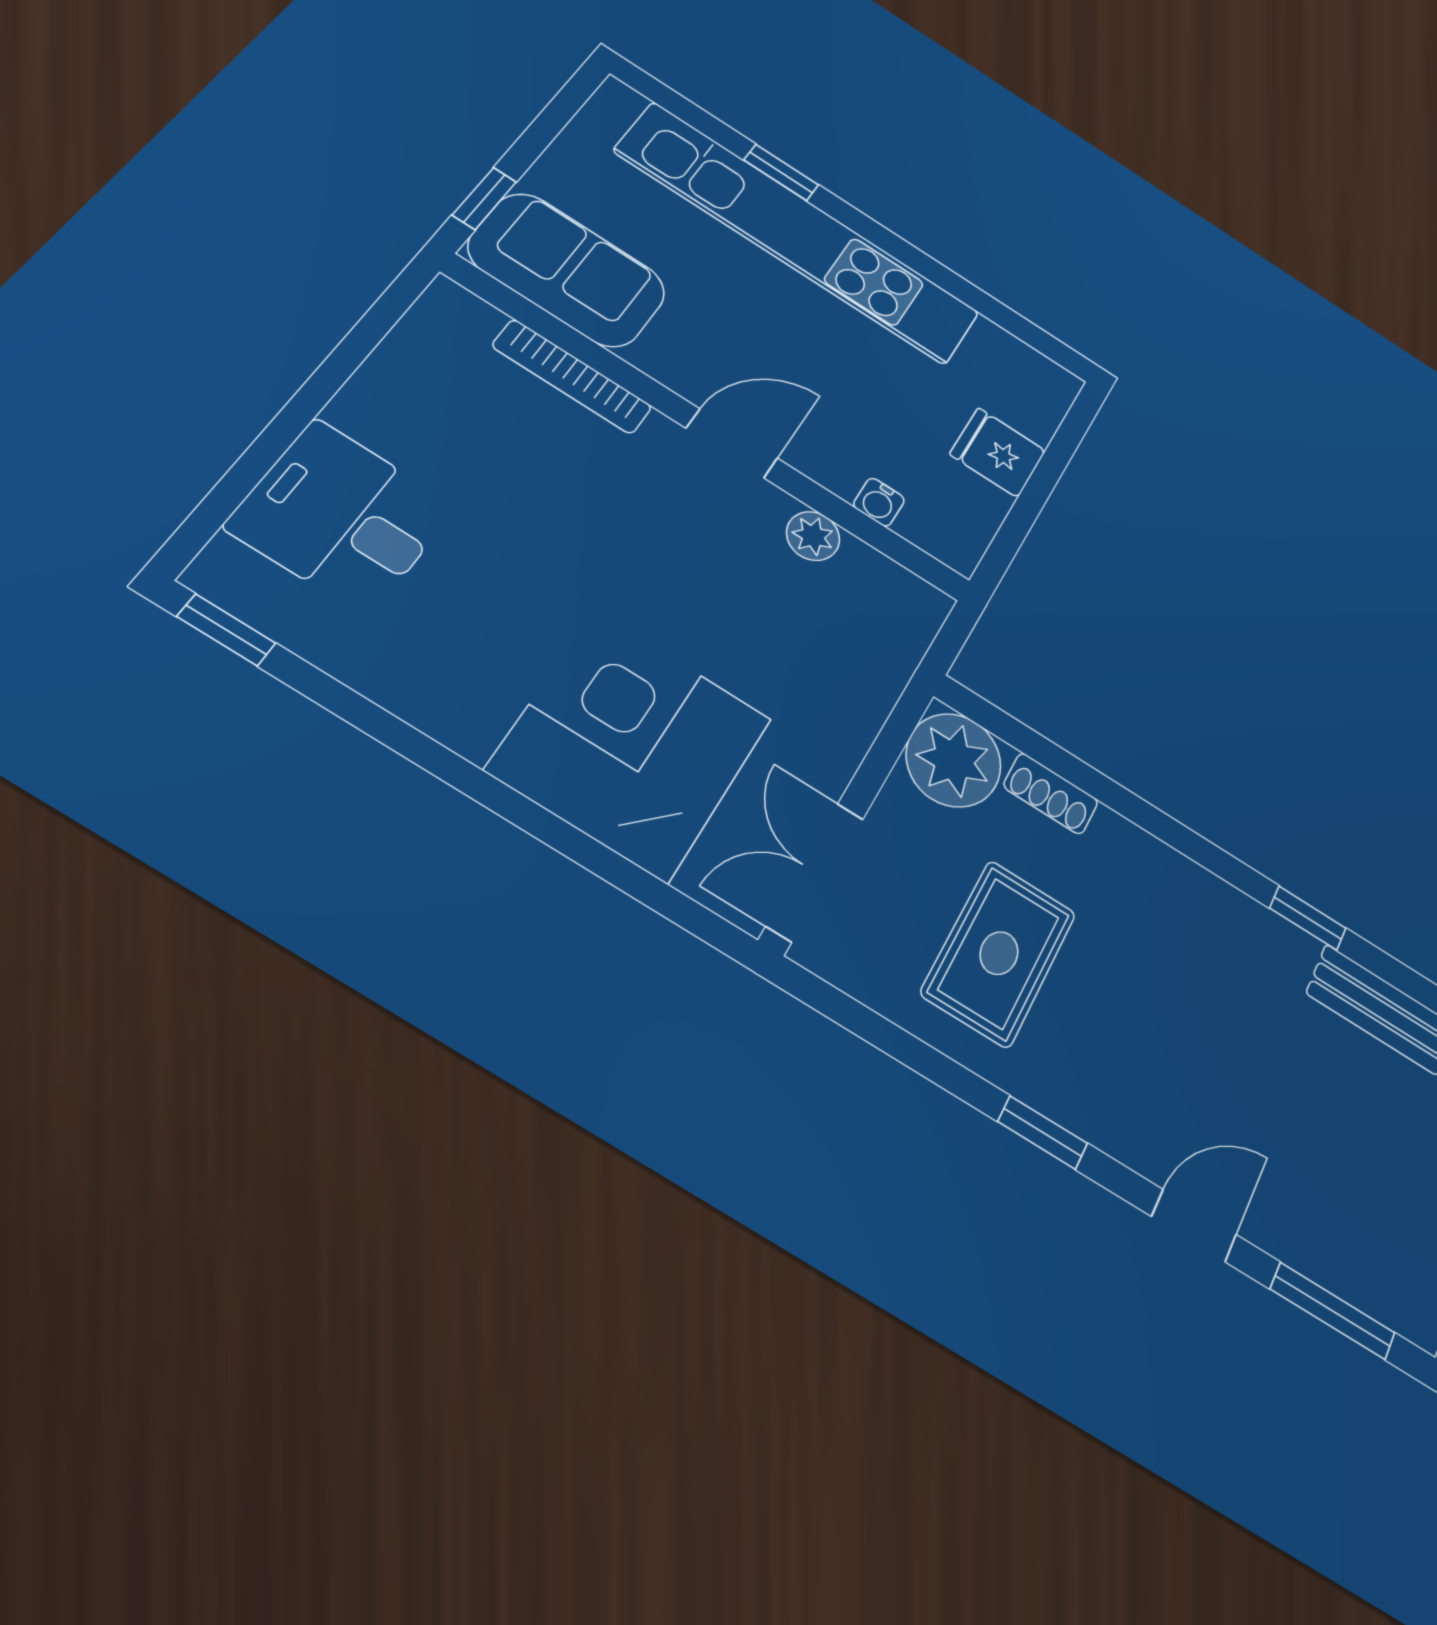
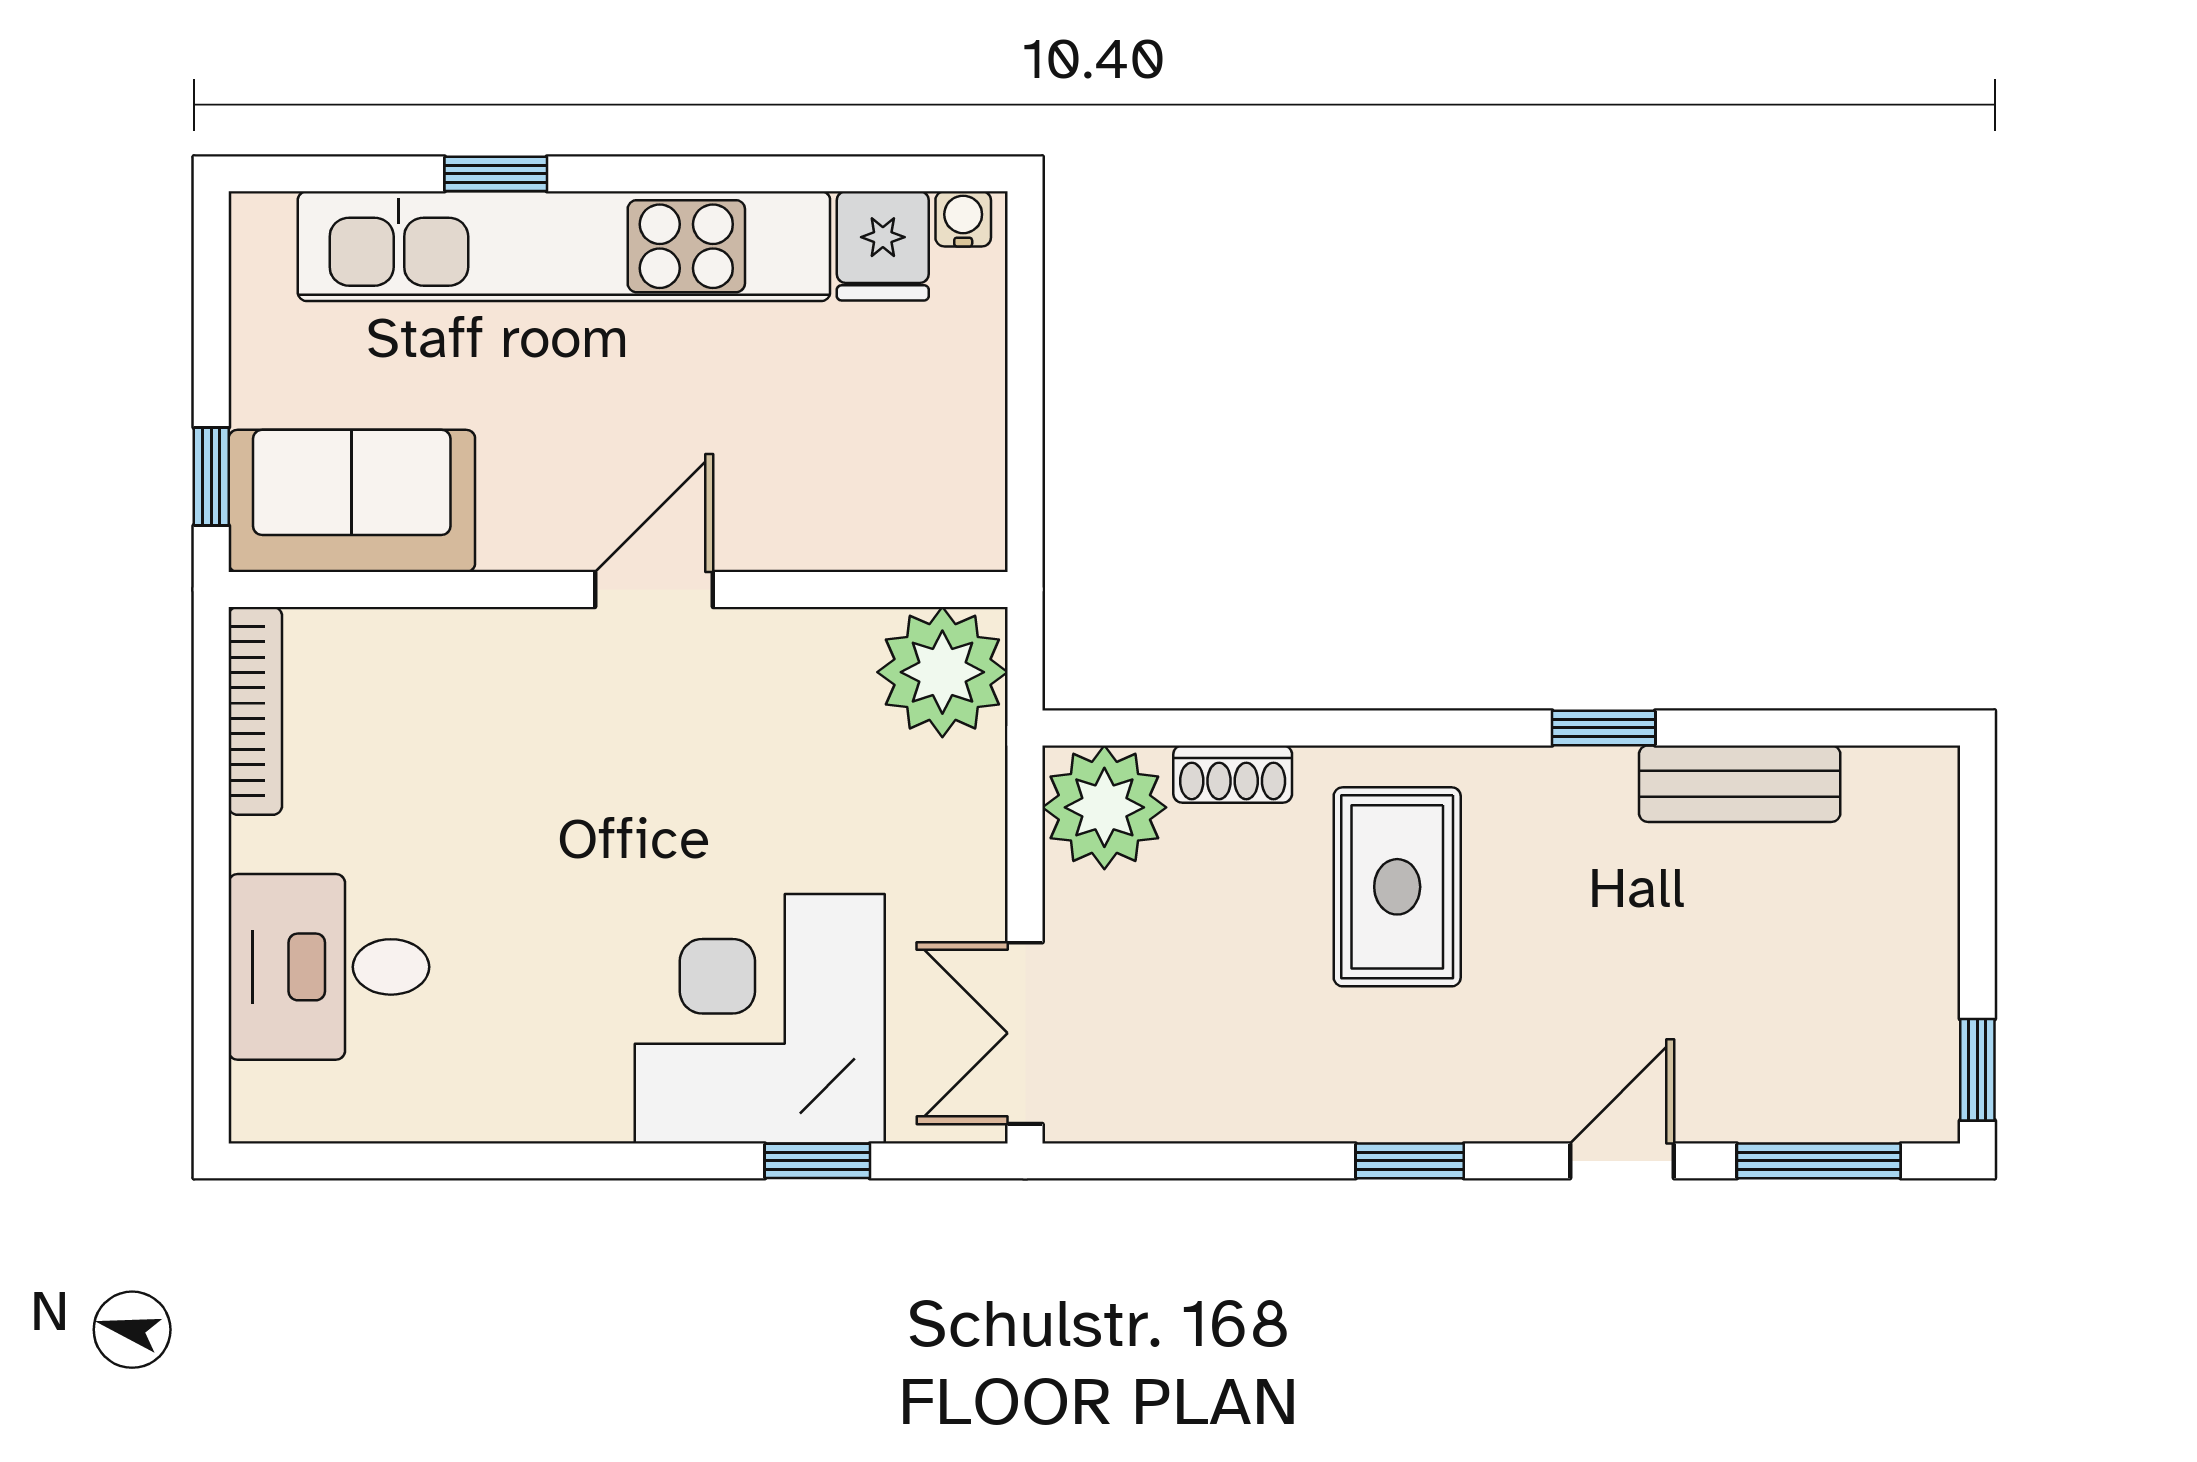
bookcase: (572, 377) -> (255, 711), moved, turned -90
fridge: (998, 453) -> (883, 246), moved, turned -90
water cooler: (879, 502) -> (963, 219), moved, turned 180
plant: (813, 536) -> (942, 672), moved, width x1.88, depth x1.88
window: (226, 630) -> (817, 1161), moved
rug: (999, 953) -> (1397, 887), moved

